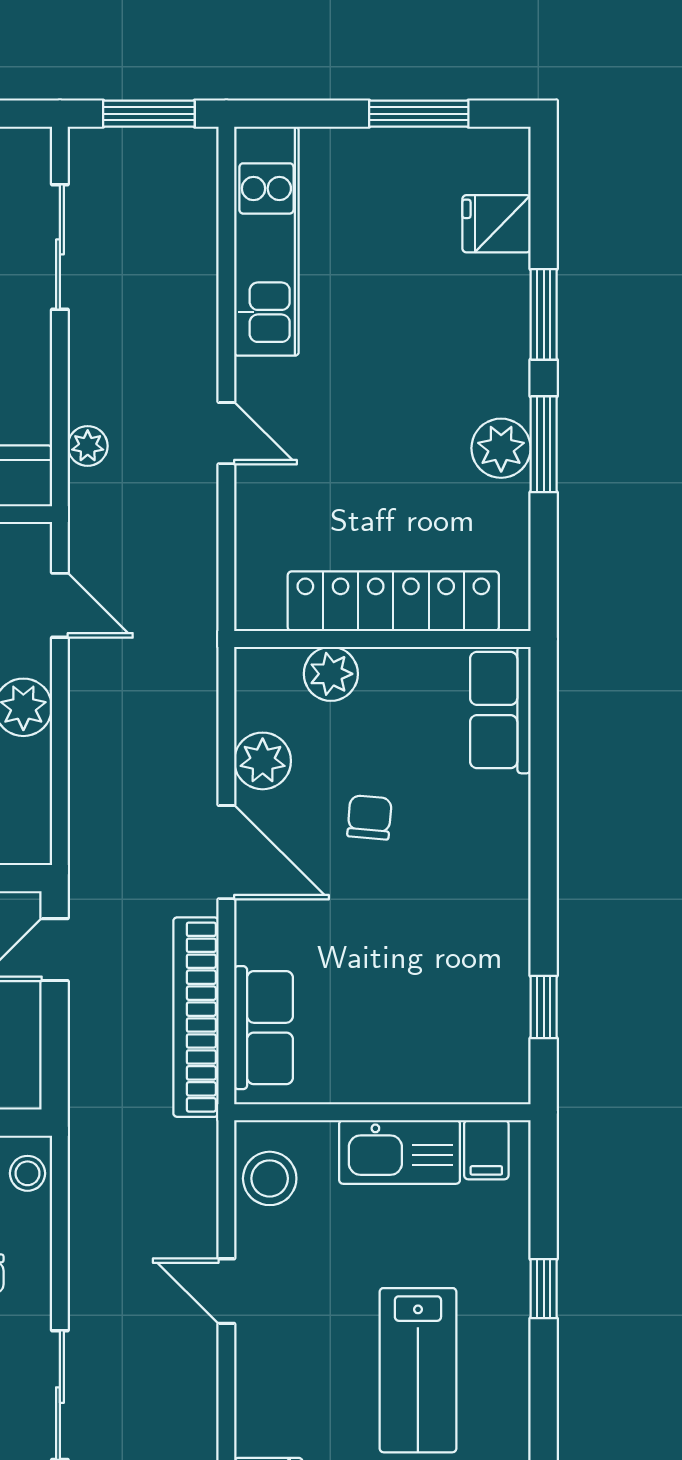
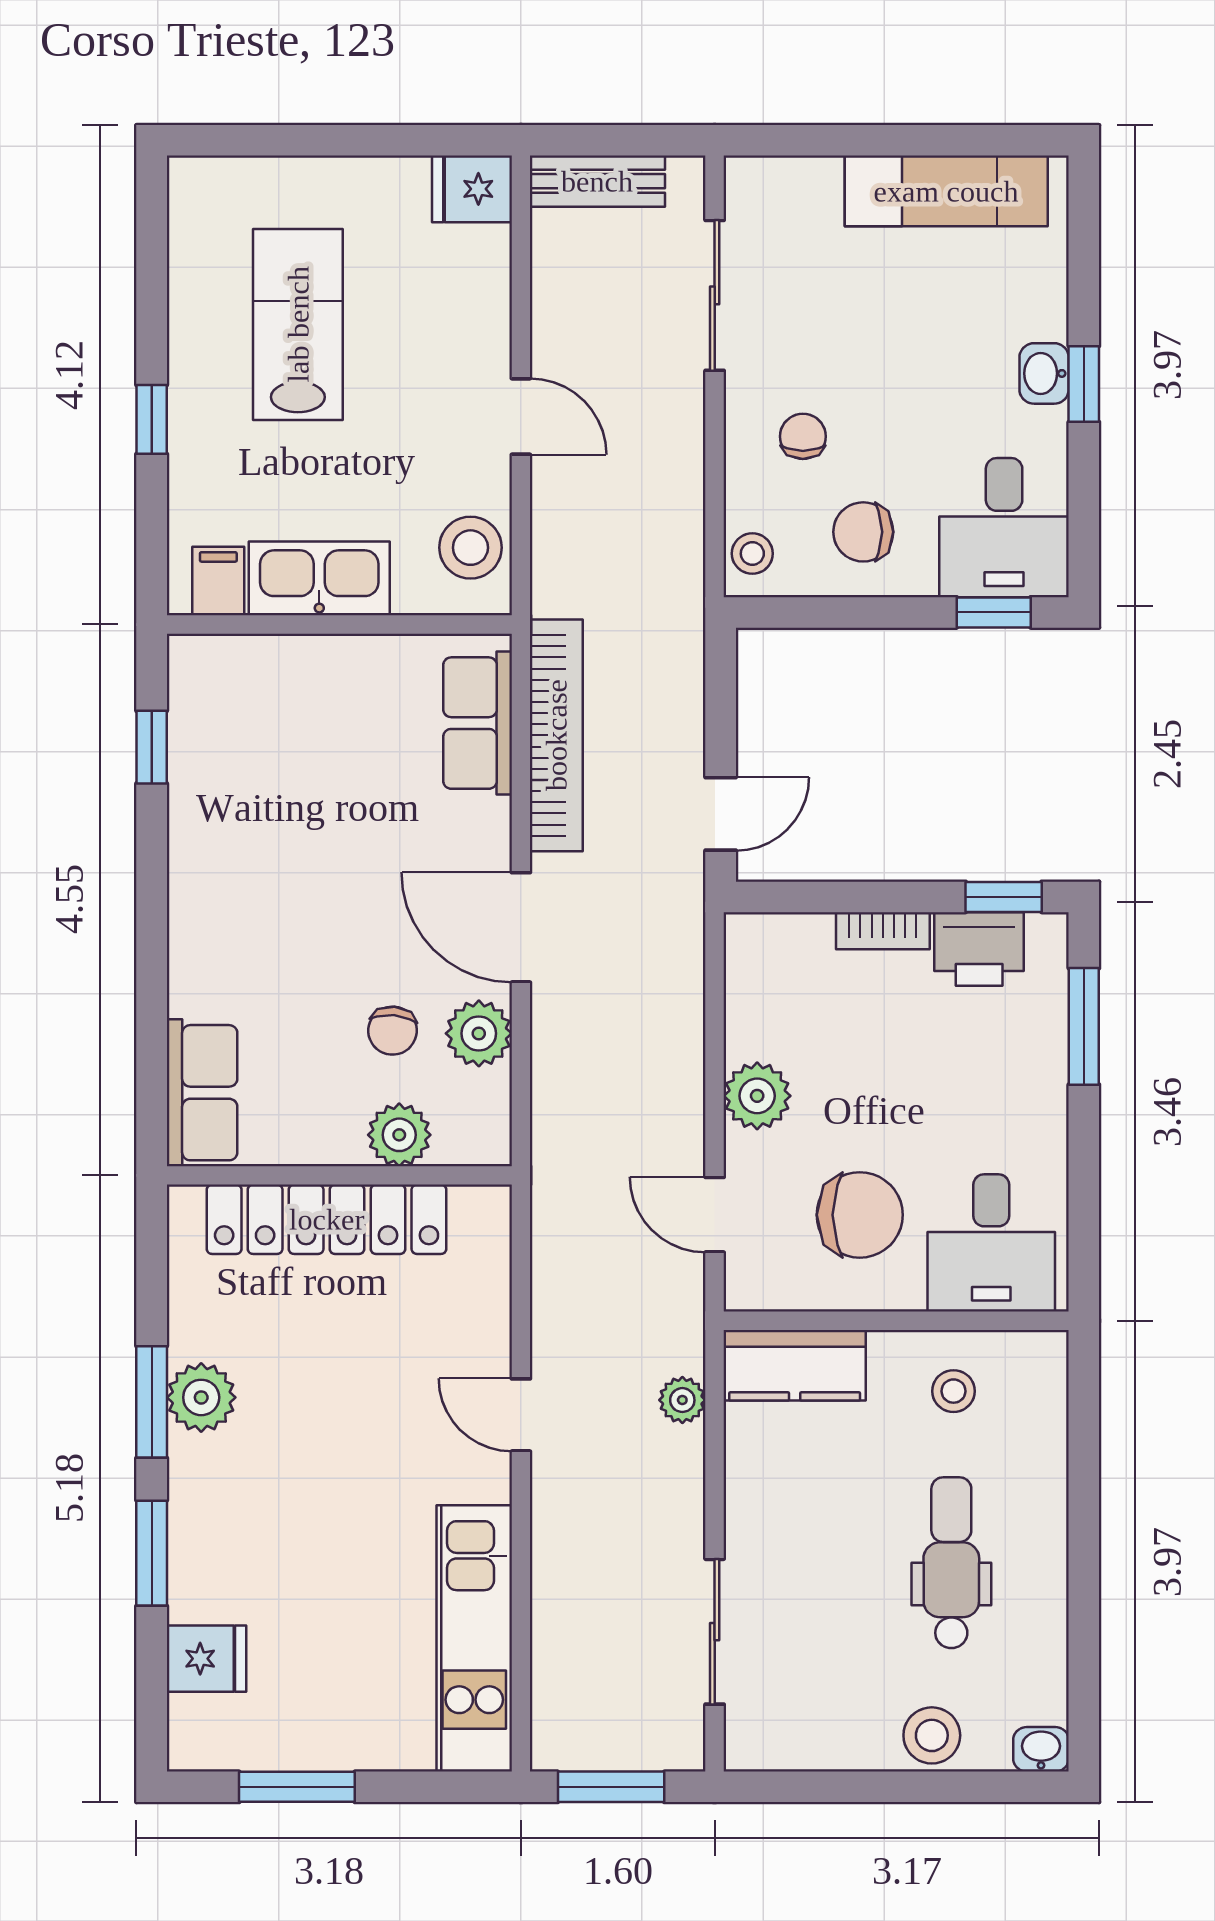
chair: (369, 817) -> (392, 1031), moved

